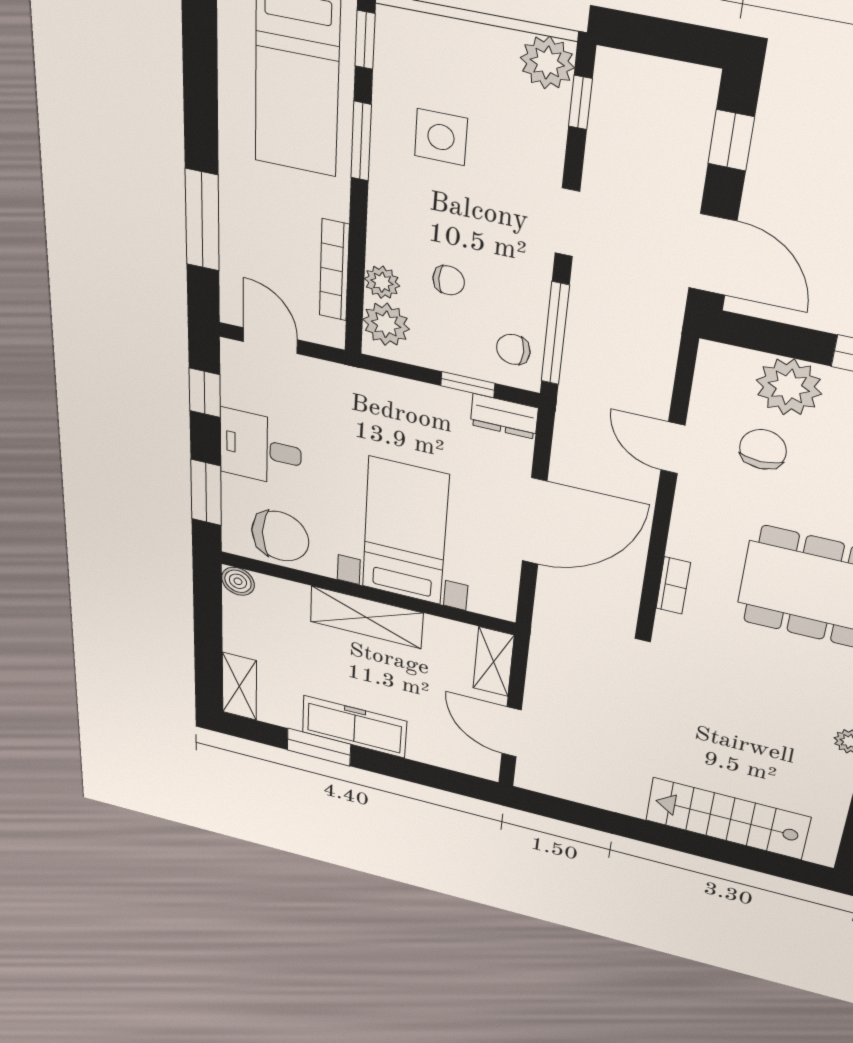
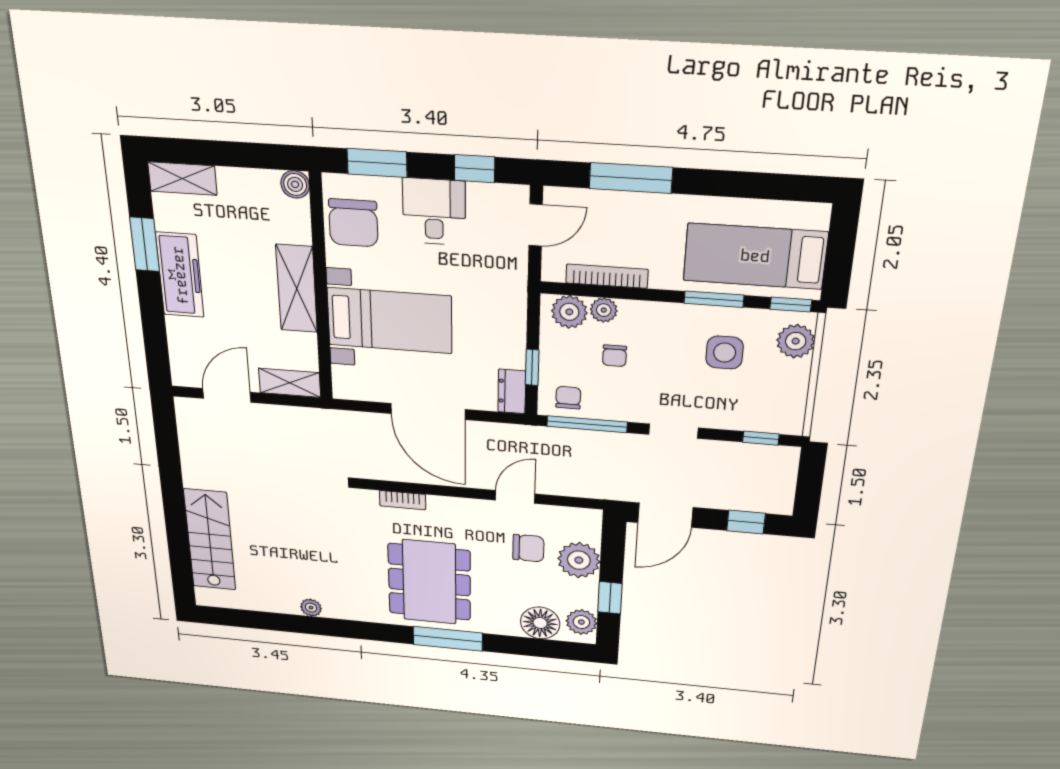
plant: (547, 63) -> (796, 341), moved

